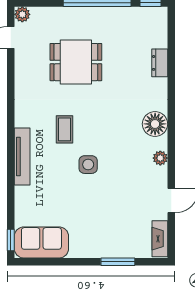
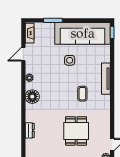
dining table: (76, 62) -> (76, 131), turned 90
side table: (88, 165) -> (70, 60), moved
sofa: (41, 242) -> (83, 33), width x1.85, depth x1.27

